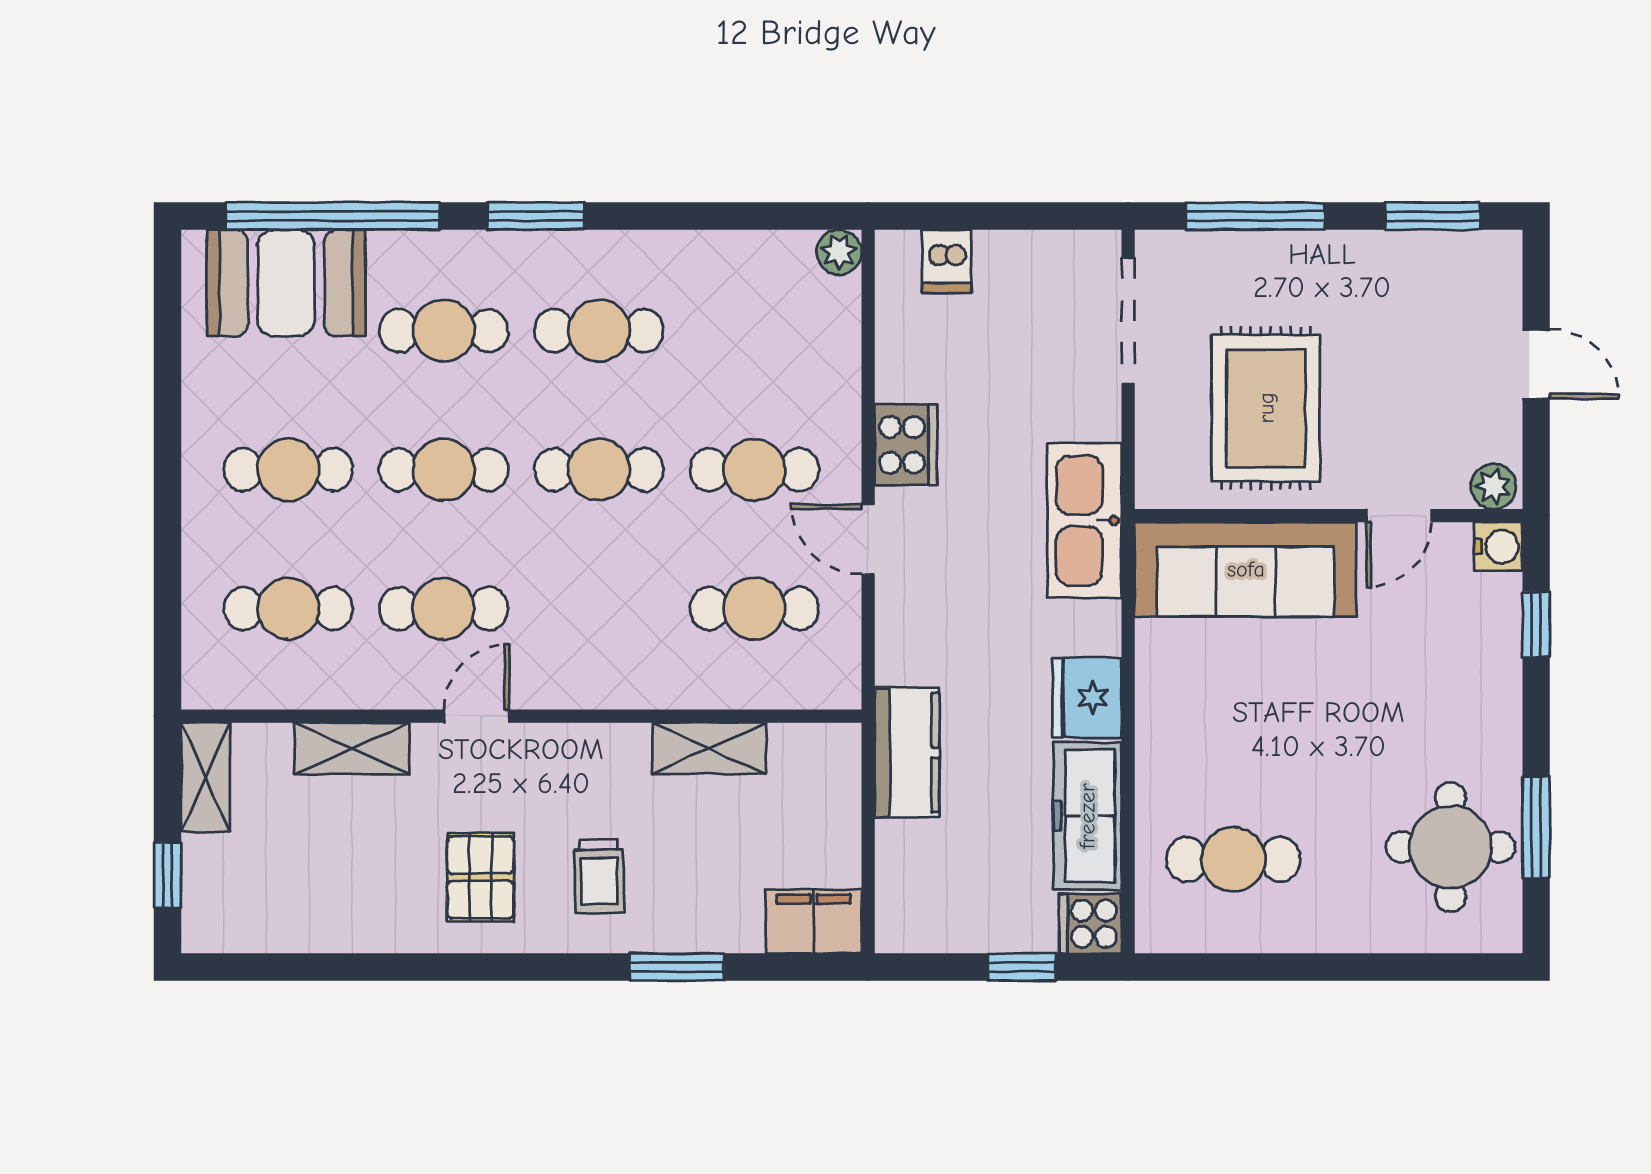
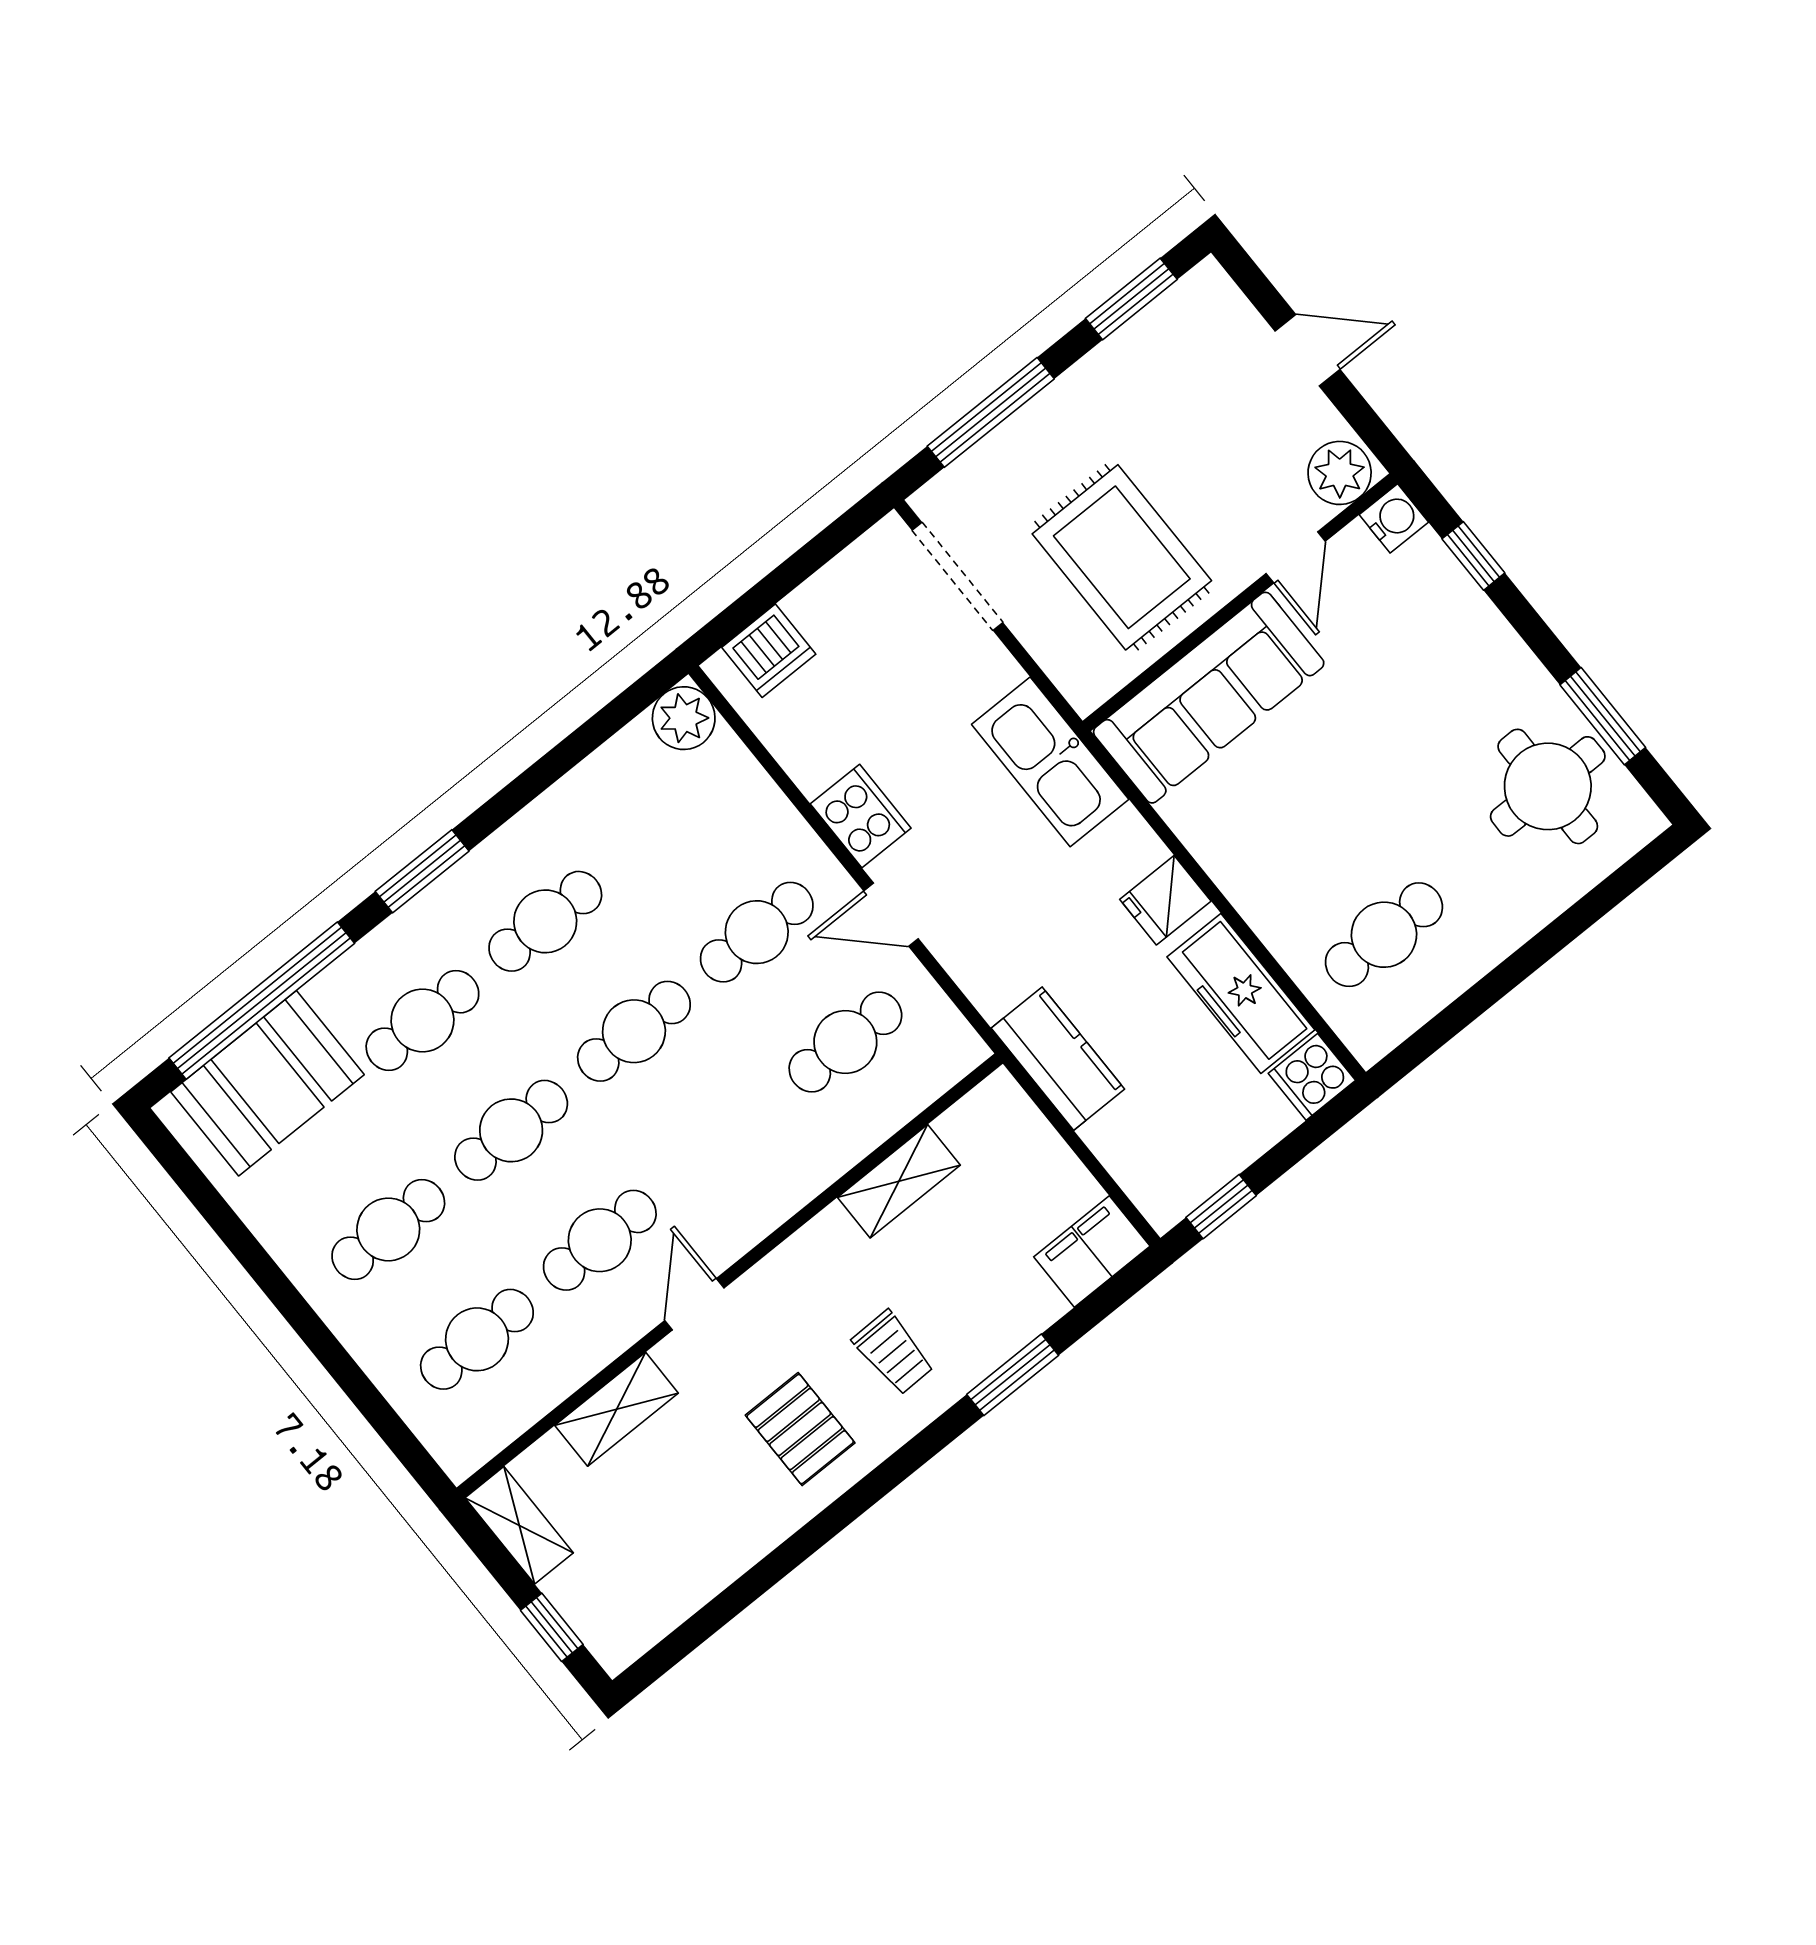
plant: (839, 252) -> (684, 718), width x1.38, depth x1.38
dishwasher: (947, 261) -> (769, 651), width x1.38
plant: (1493, 487) -> (1340, 473), width x1.38, depth x1.38
fridge: (1087, 698) -> (1165, 900), width x0.72
window: (1022, 967) -> (1221, 1207), moved

